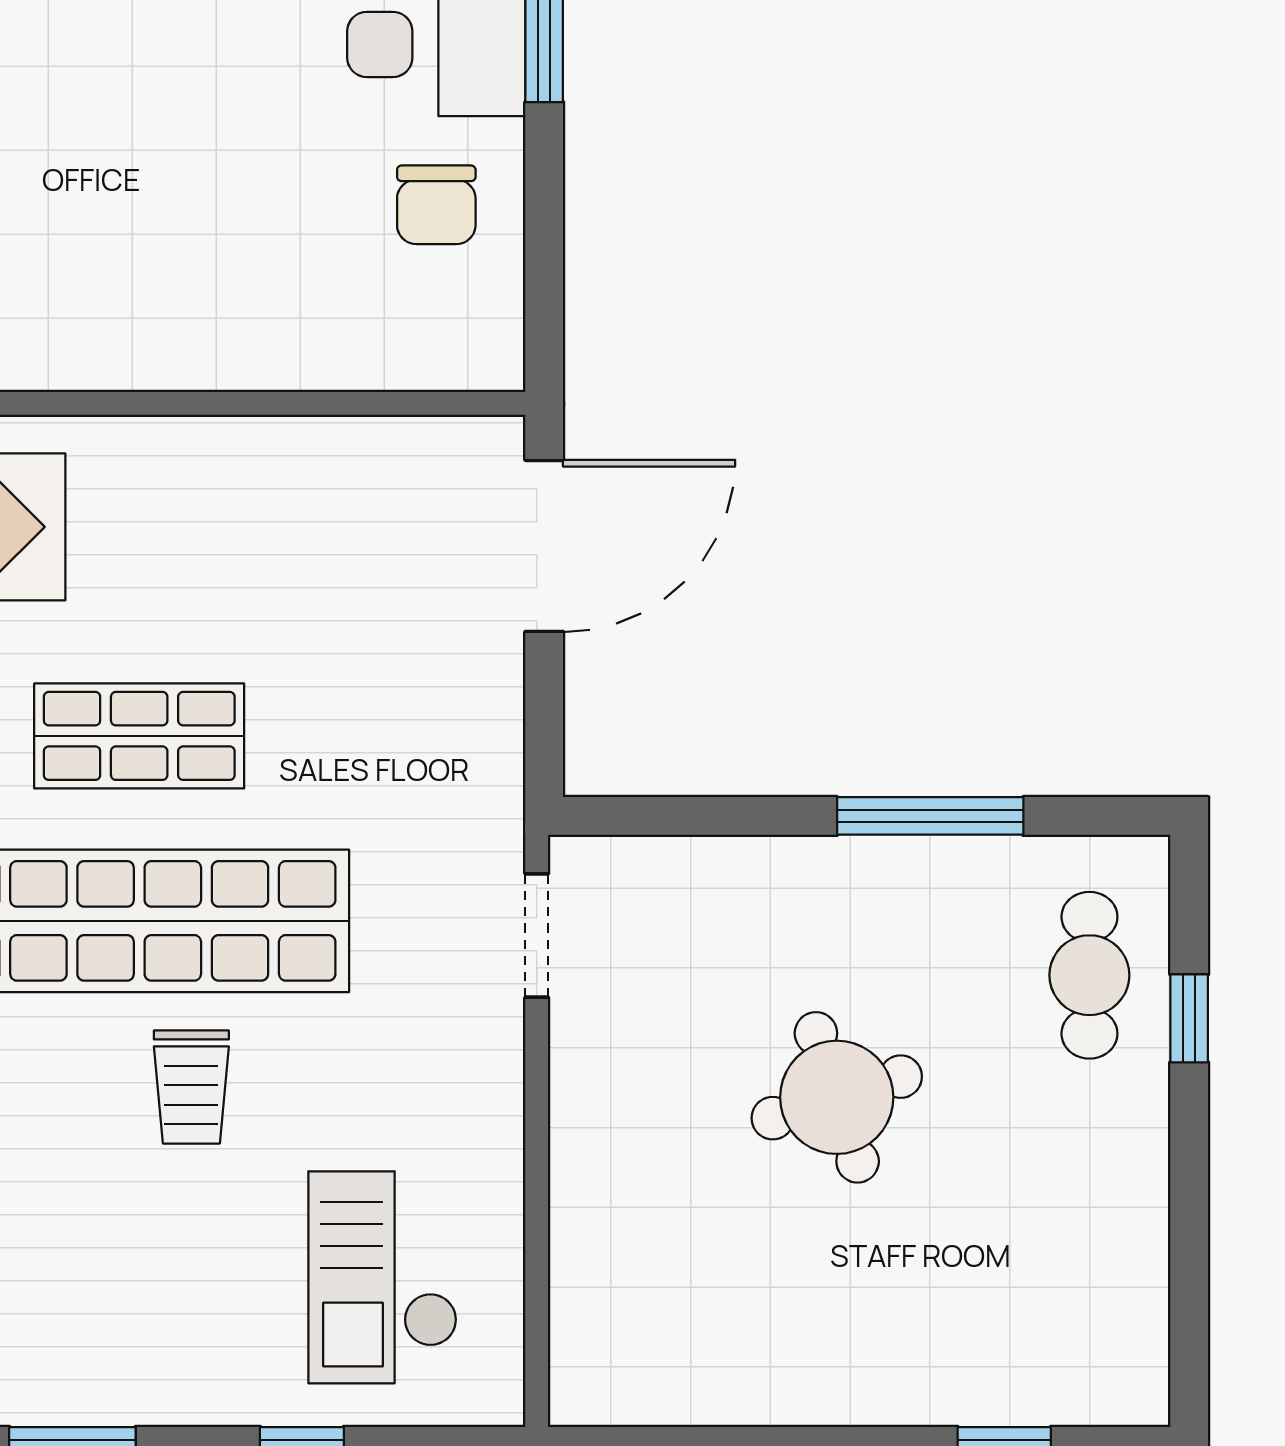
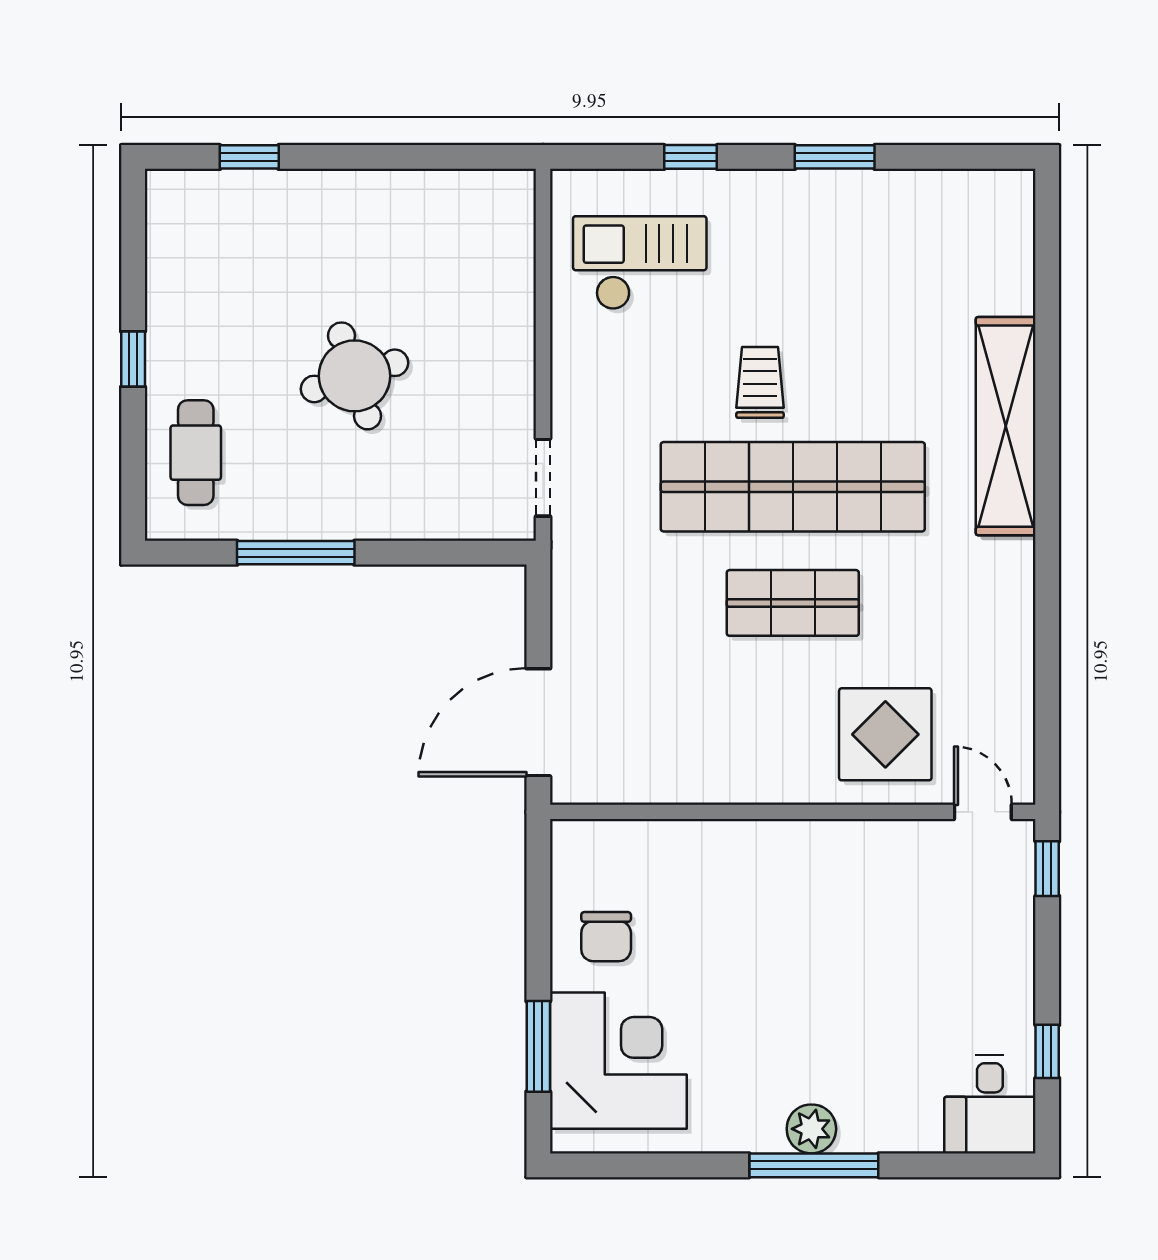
chair: (436, 205) -> (606, 937), turned 180
window: (1189, 1018) -> (133, 359), moved
checkout: (383, 1277) -> (640, 263), turned -90

